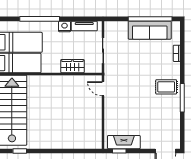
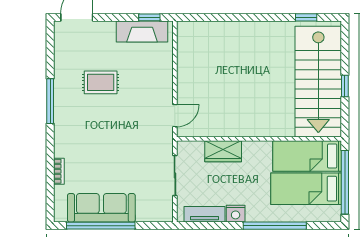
rug: (166, 87) -> (101, 82), moved
door: (103, 89) -> (175, 116), hinge flipped

